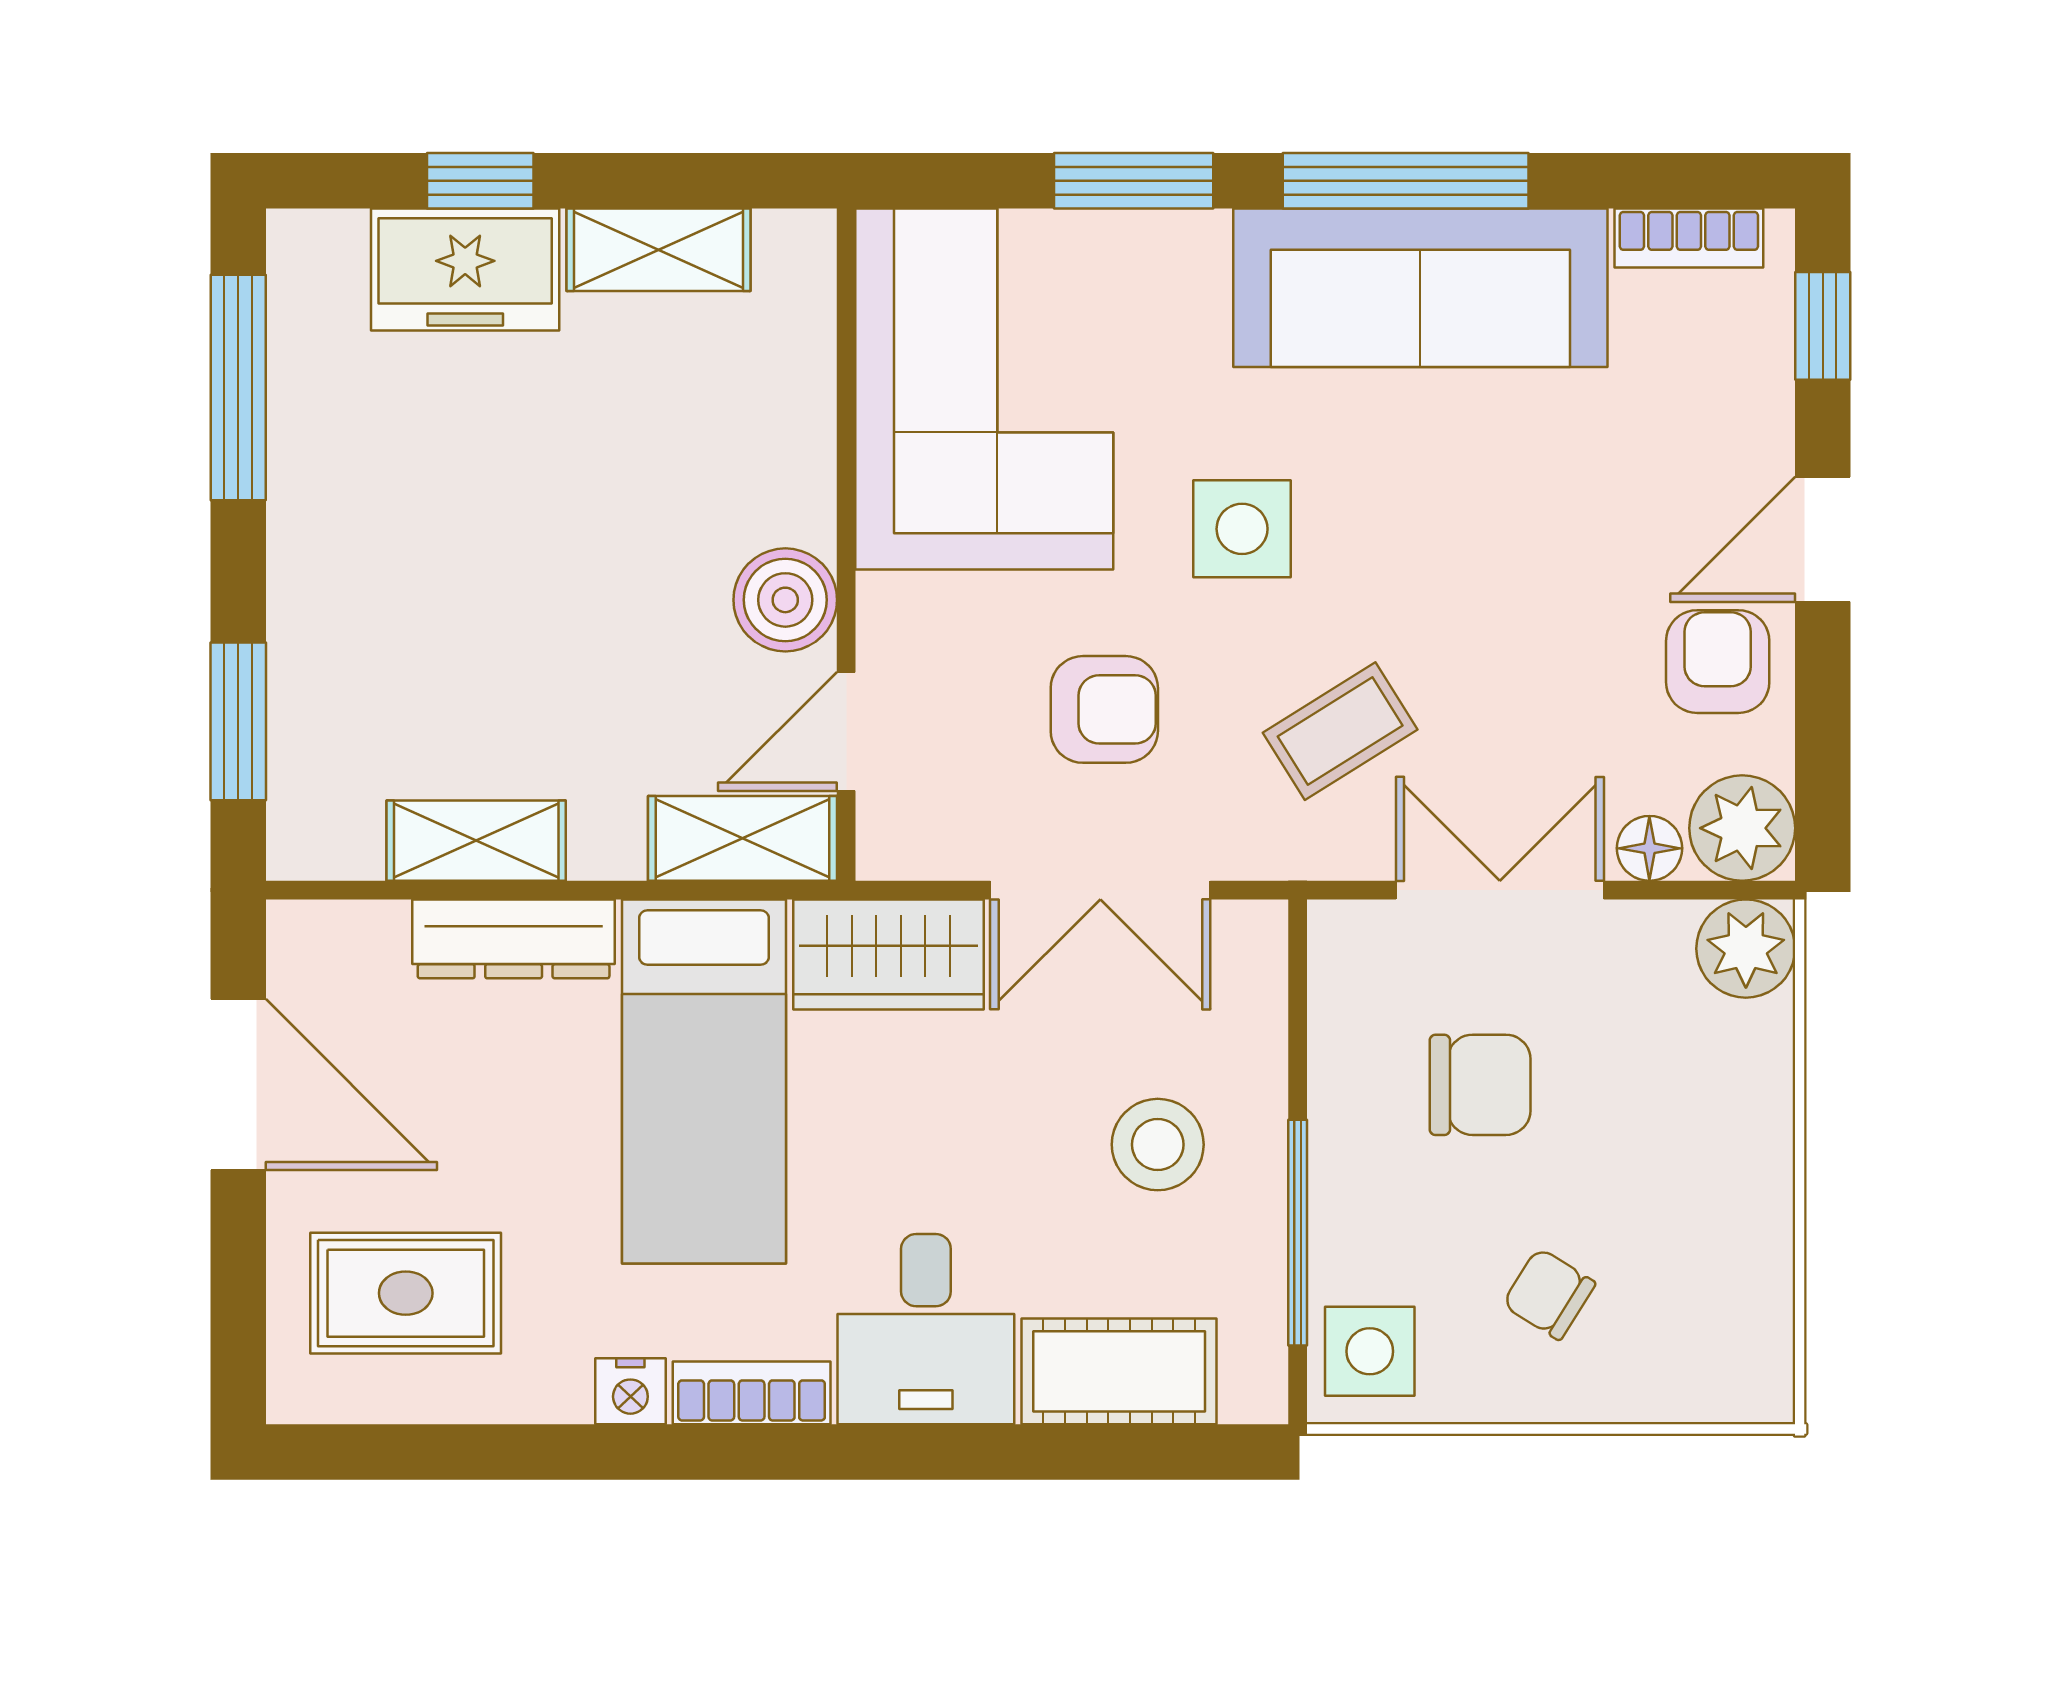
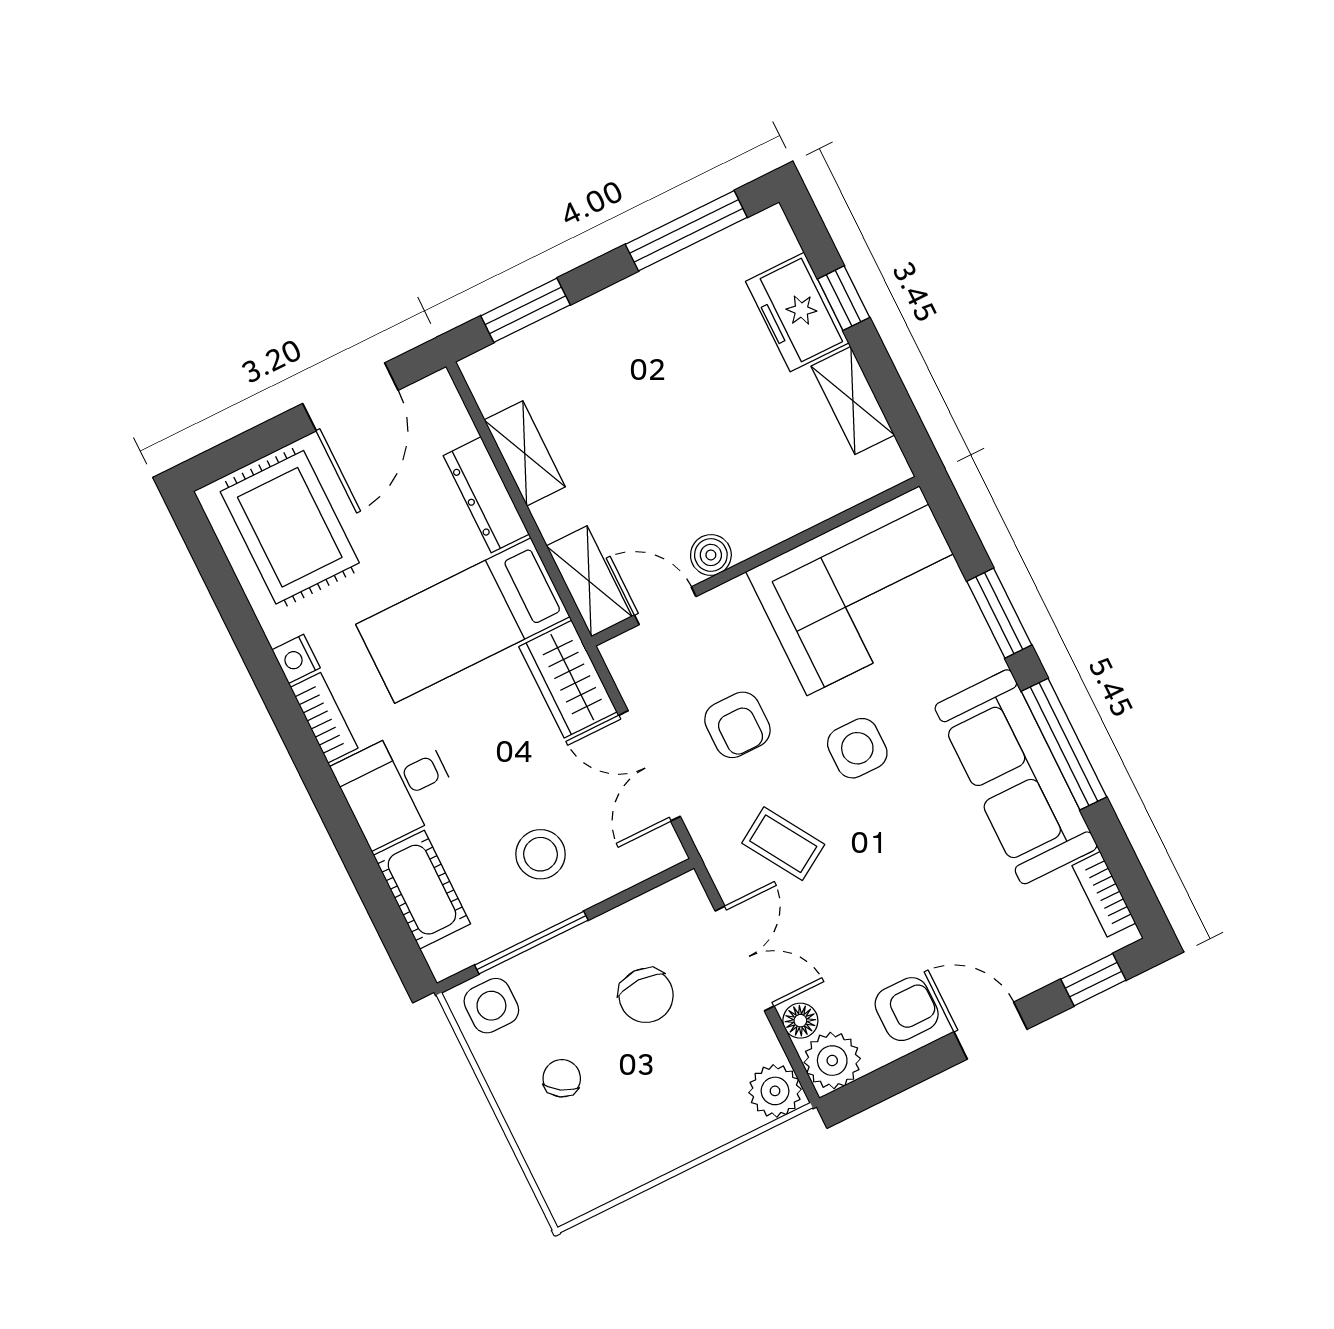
boiler: (785, 600) -> (711, 555), width x0.73, depth x0.73
rug: (406, 1293) -> (290, 527), width x1.36, depth x1.43

